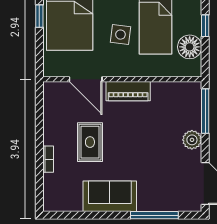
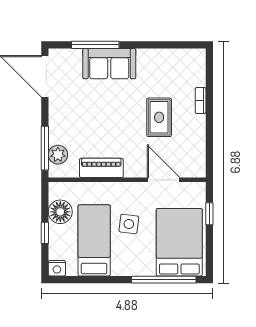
window: (39, 16) -> (209, 214), moved
piano: (128, 91) -> (101, 168), moved
plant: (192, 140) -> (58, 155), moved
sofa: (110, 196) -> (109, 64), moved

